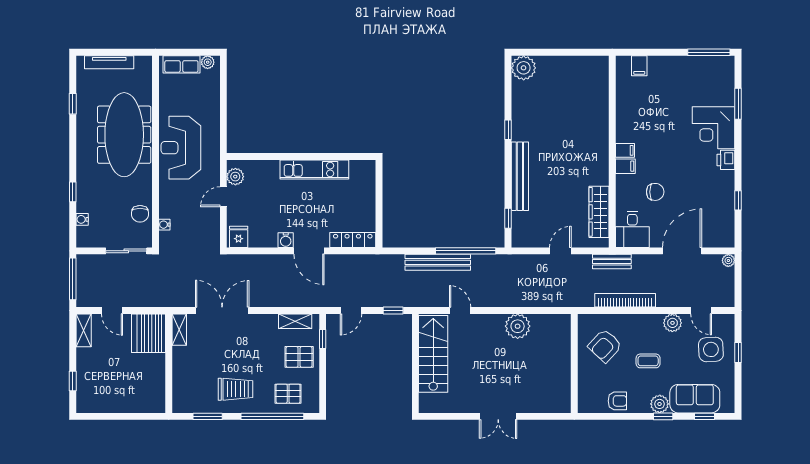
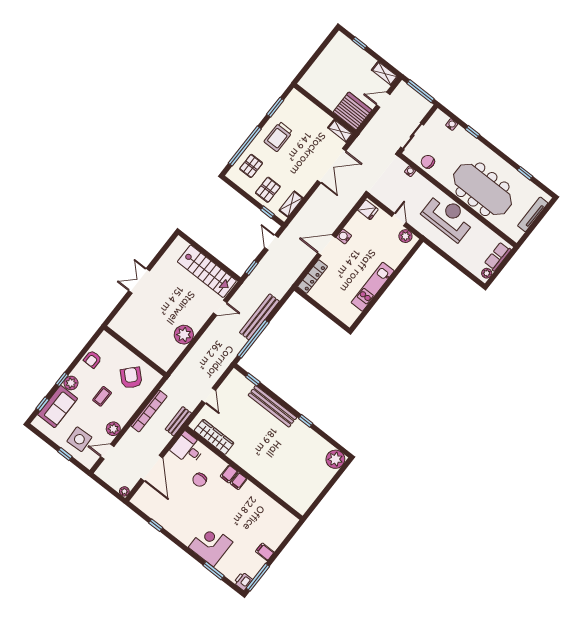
filing cabinet: (639, 66) -> (265, 552), moved
printer: (726, 160) -> (243, 581), moved, turned -90

